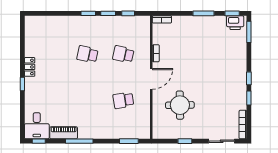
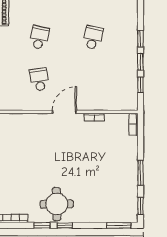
printer: (235, 23) -> (130, 209), removed
school desk: (123, 54) -> (39, 38), moved
door: (151, 79) -> (64, 112), swing flipped
round table: (180, 105) -> (57, 204), moved

